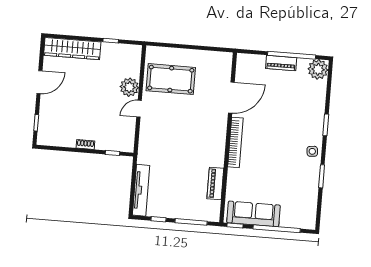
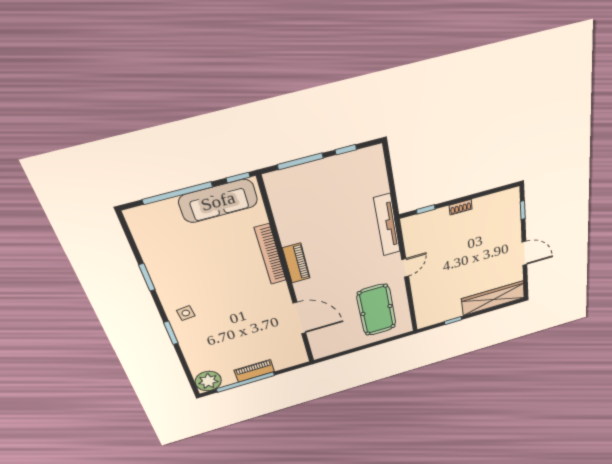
pool table: (171, 79) -> (376, 310), turned 90
door: (39, 82) -> (524, 253), swing flipped
plant: (129, 87) -> (422, 285), removed
door: (231, 98) -> (299, 318), swing flipped
bookcase: (235, 142) -> (270, 254), moved
side table: (312, 151) -> (186, 313), moved
piano: (215, 184) -> (296, 263), moved
tv unit: (141, 190) -> (387, 225), moved

